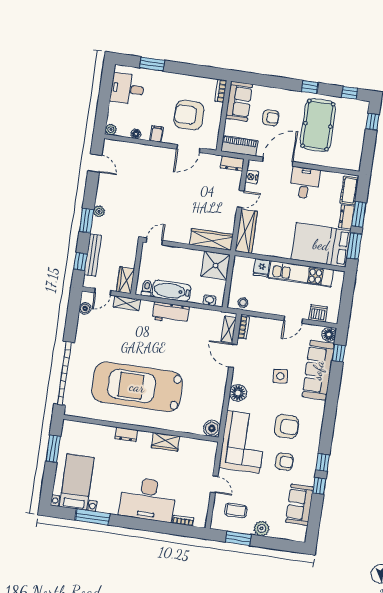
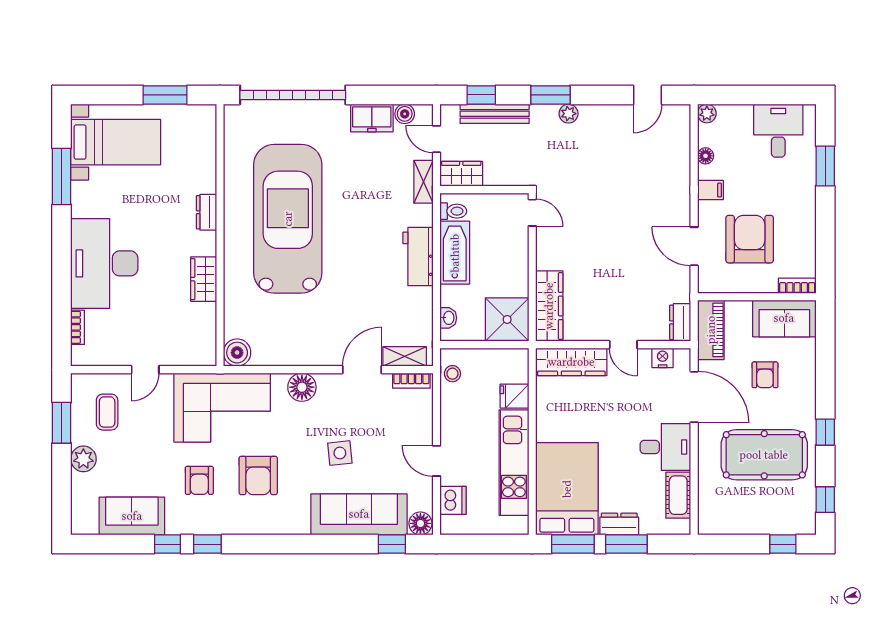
cot: (349, 191) -> (678, 495), moved, turned 90
freezer: (85, 328) -> (372, 118), added

